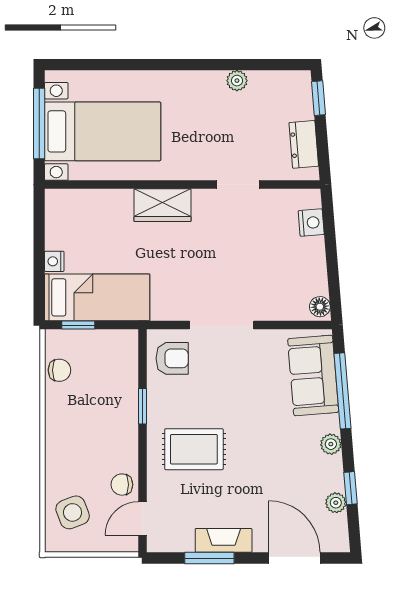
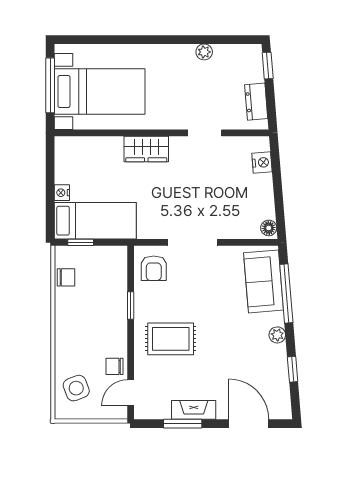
armchair: (172, 358) -> (154, 268), turned 90
plant: (336, 503) -> (281, 381), removed

